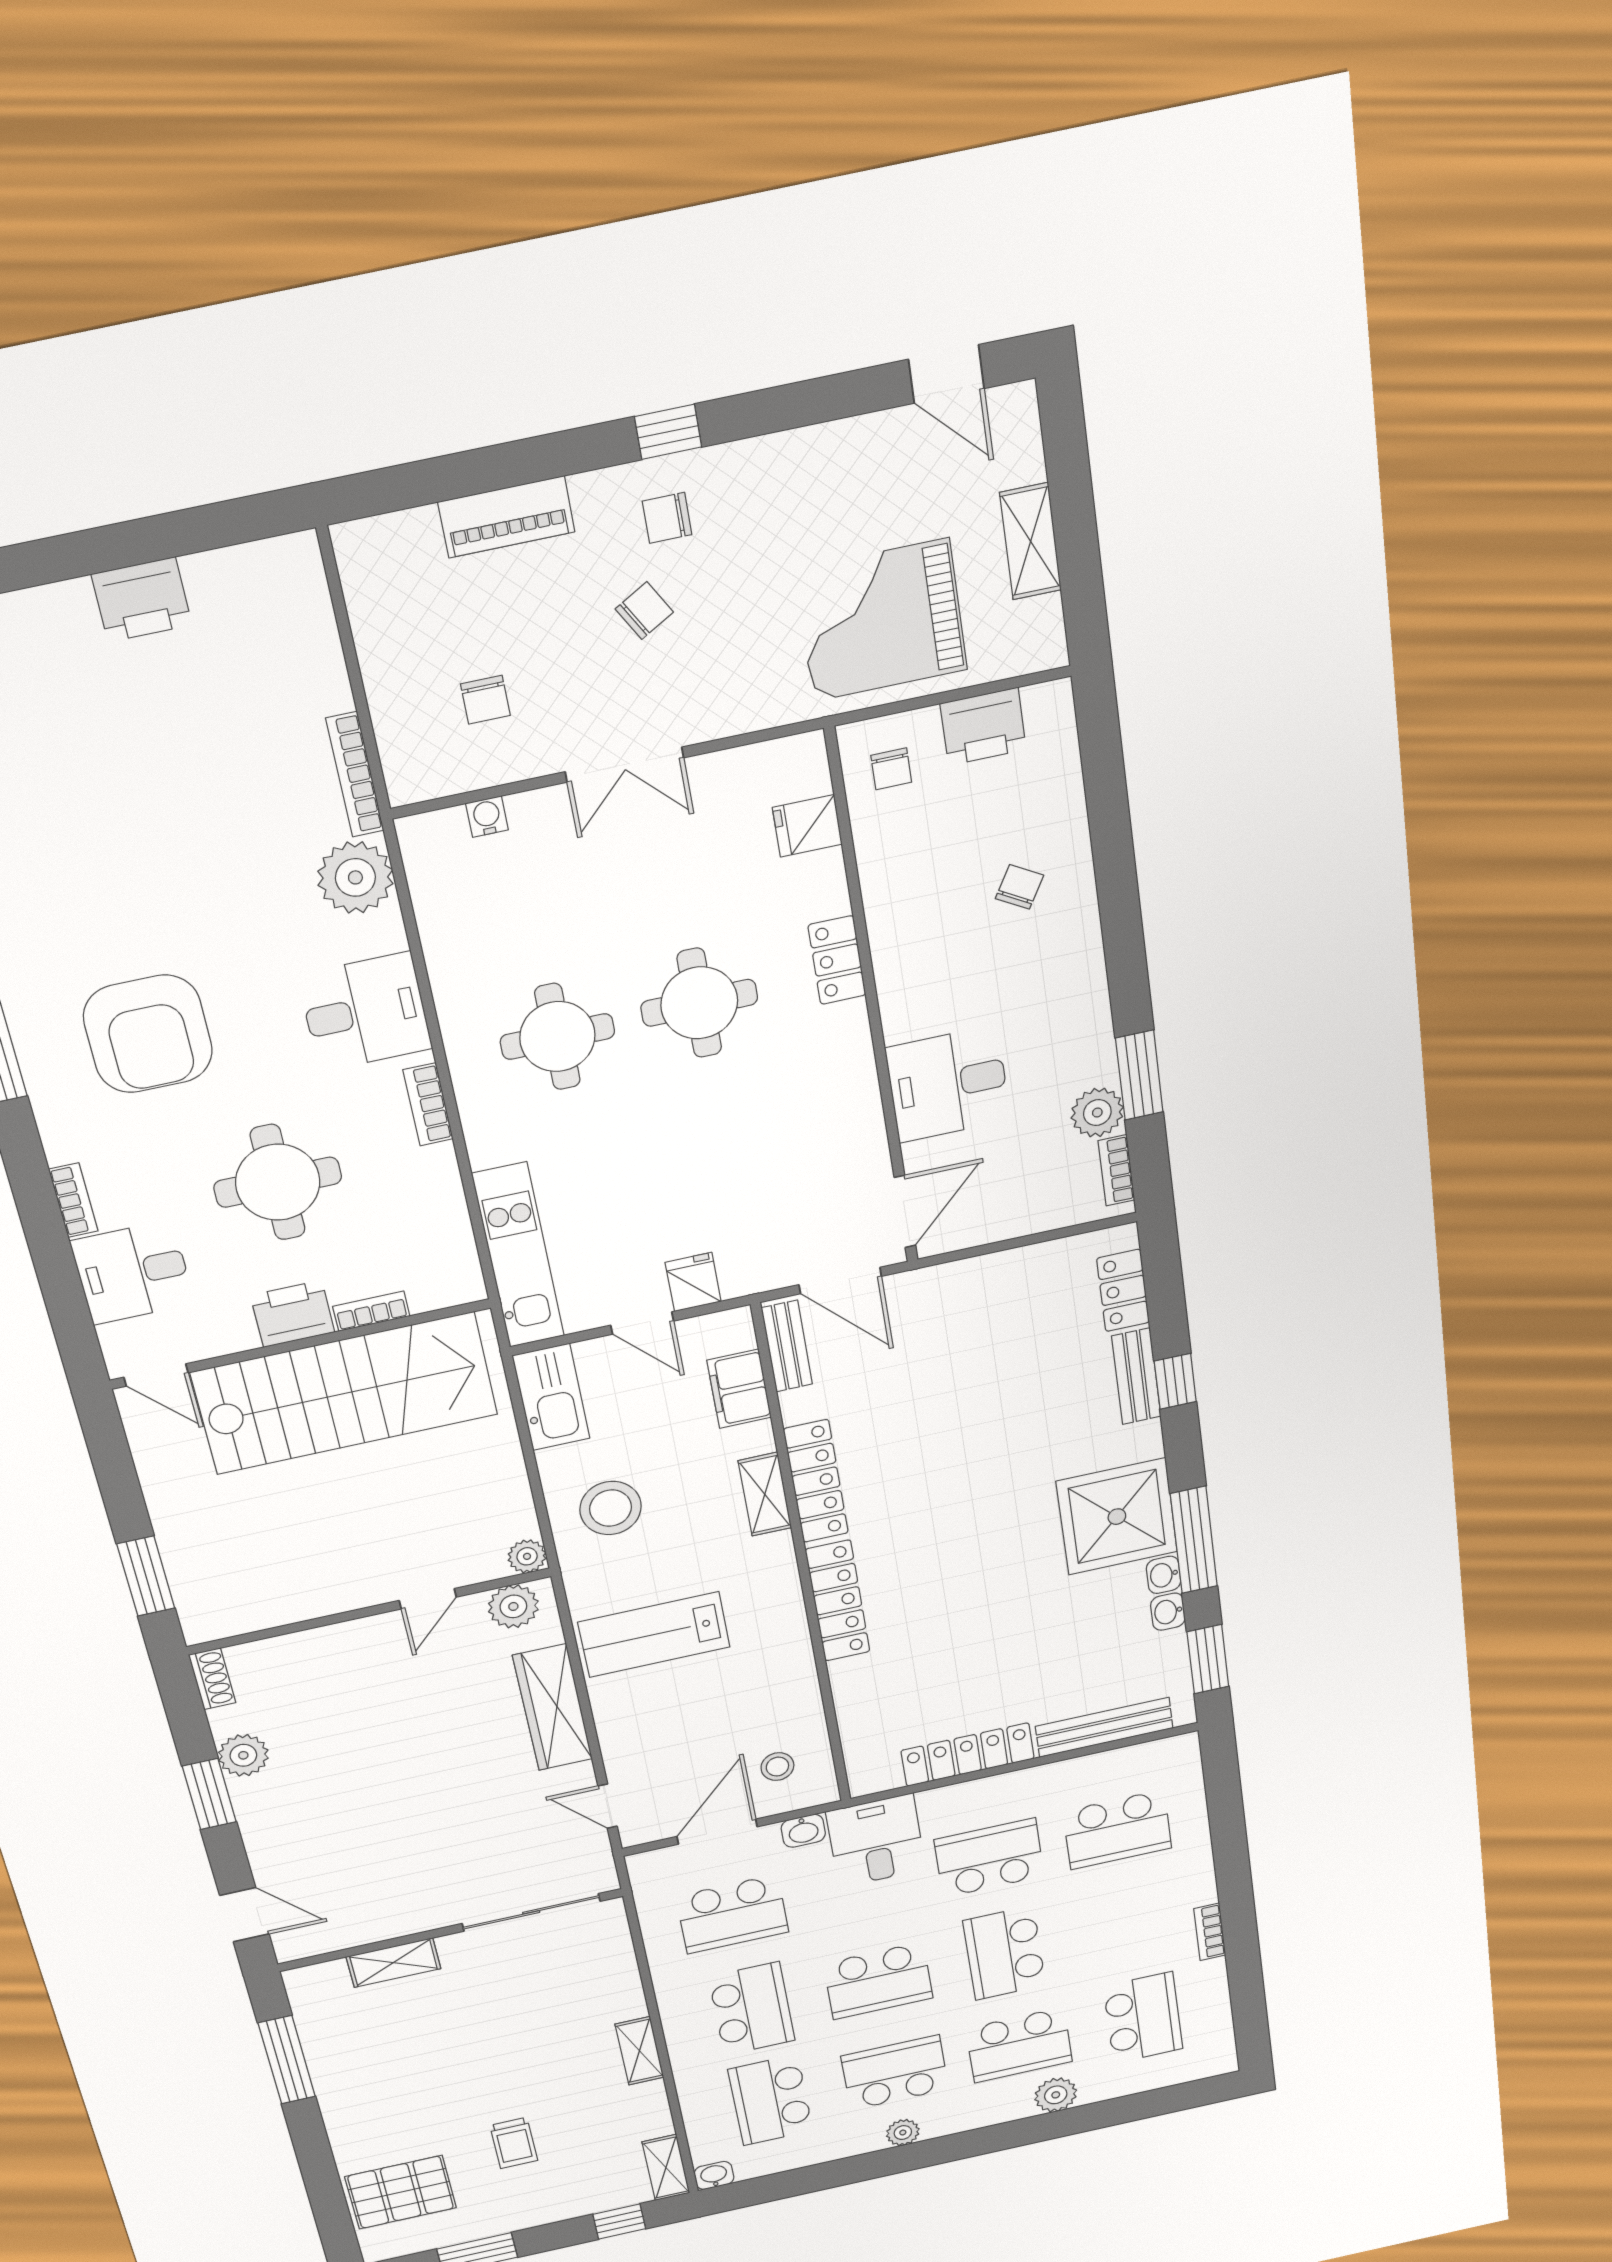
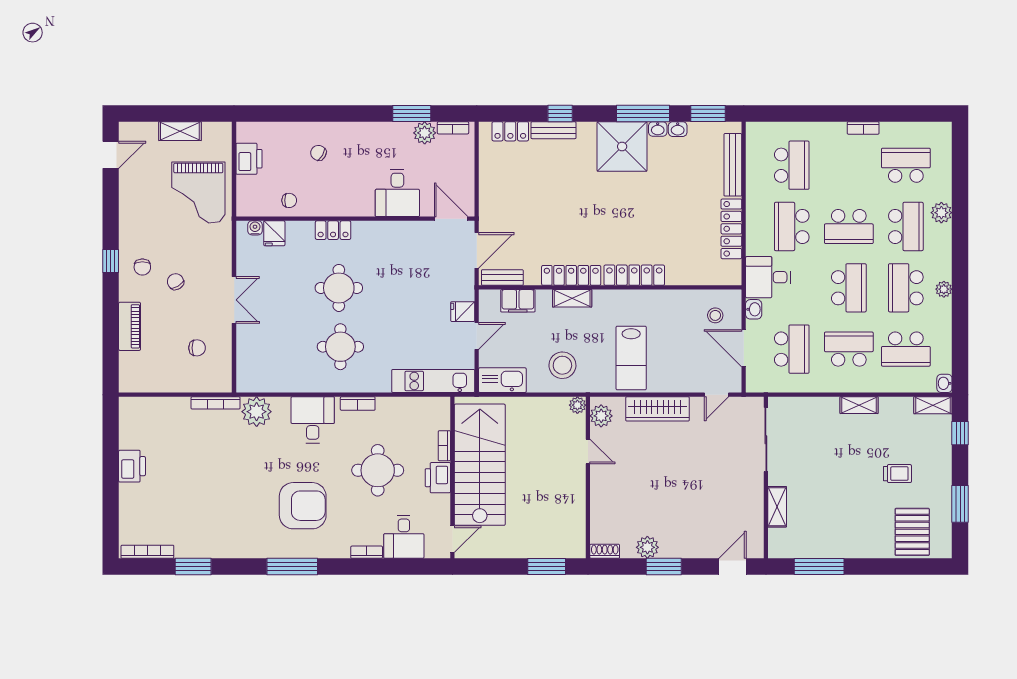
chair: (891, 769) -> (289, 200), moved
water cooler: (487, 817) -> (255, 228), moved, turned 90

